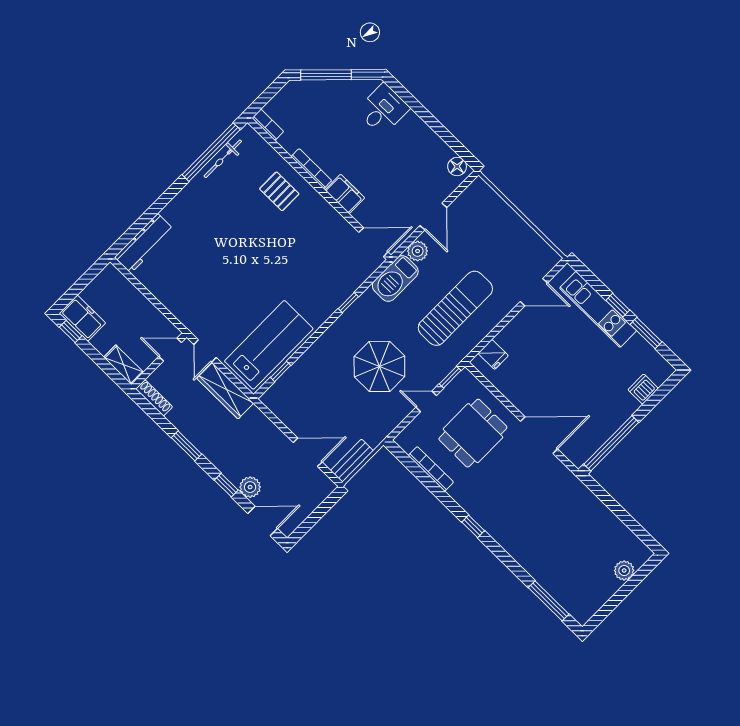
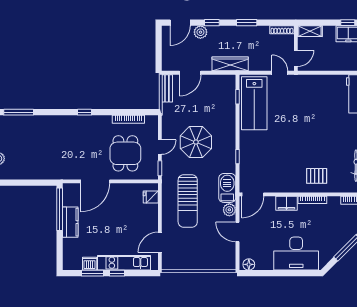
desk: (383, 109) -> (296, 254), width x1.87, depth x1.30
dishwasher: (643, 389) -> (90, 264), moved, turned -90
wardrobe: (225, 391) -> (230, 64), moved
kitchen counter: (614, 417) -> (70, 222), added

